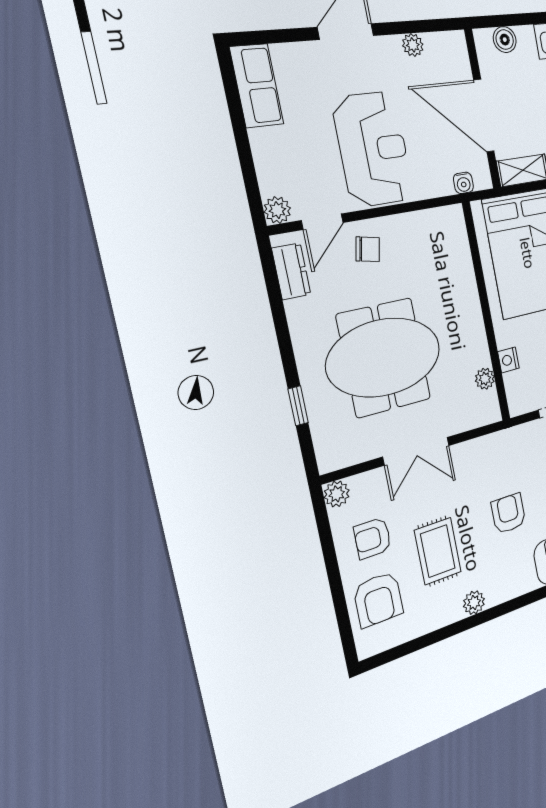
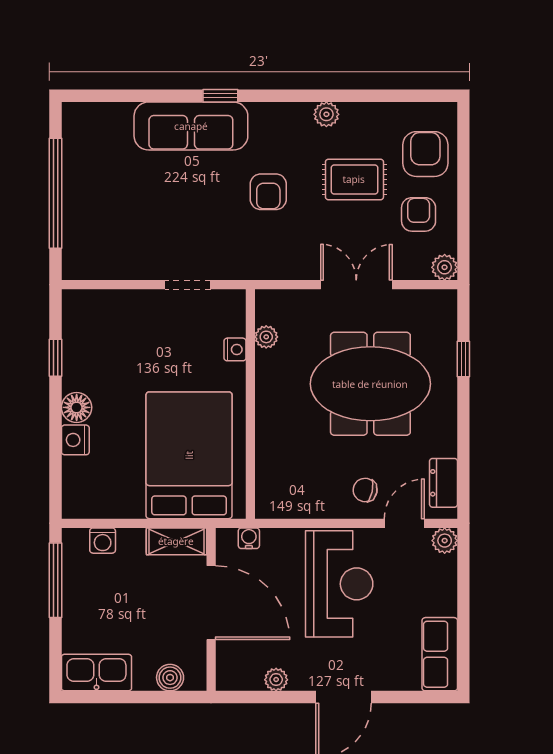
reception desk: (373, 149) -> (339, 584), turned 180
armchair: (373, 538) -> (419, 214), turned -90
rug: (438, 551) -> (354, 179), turned 90

